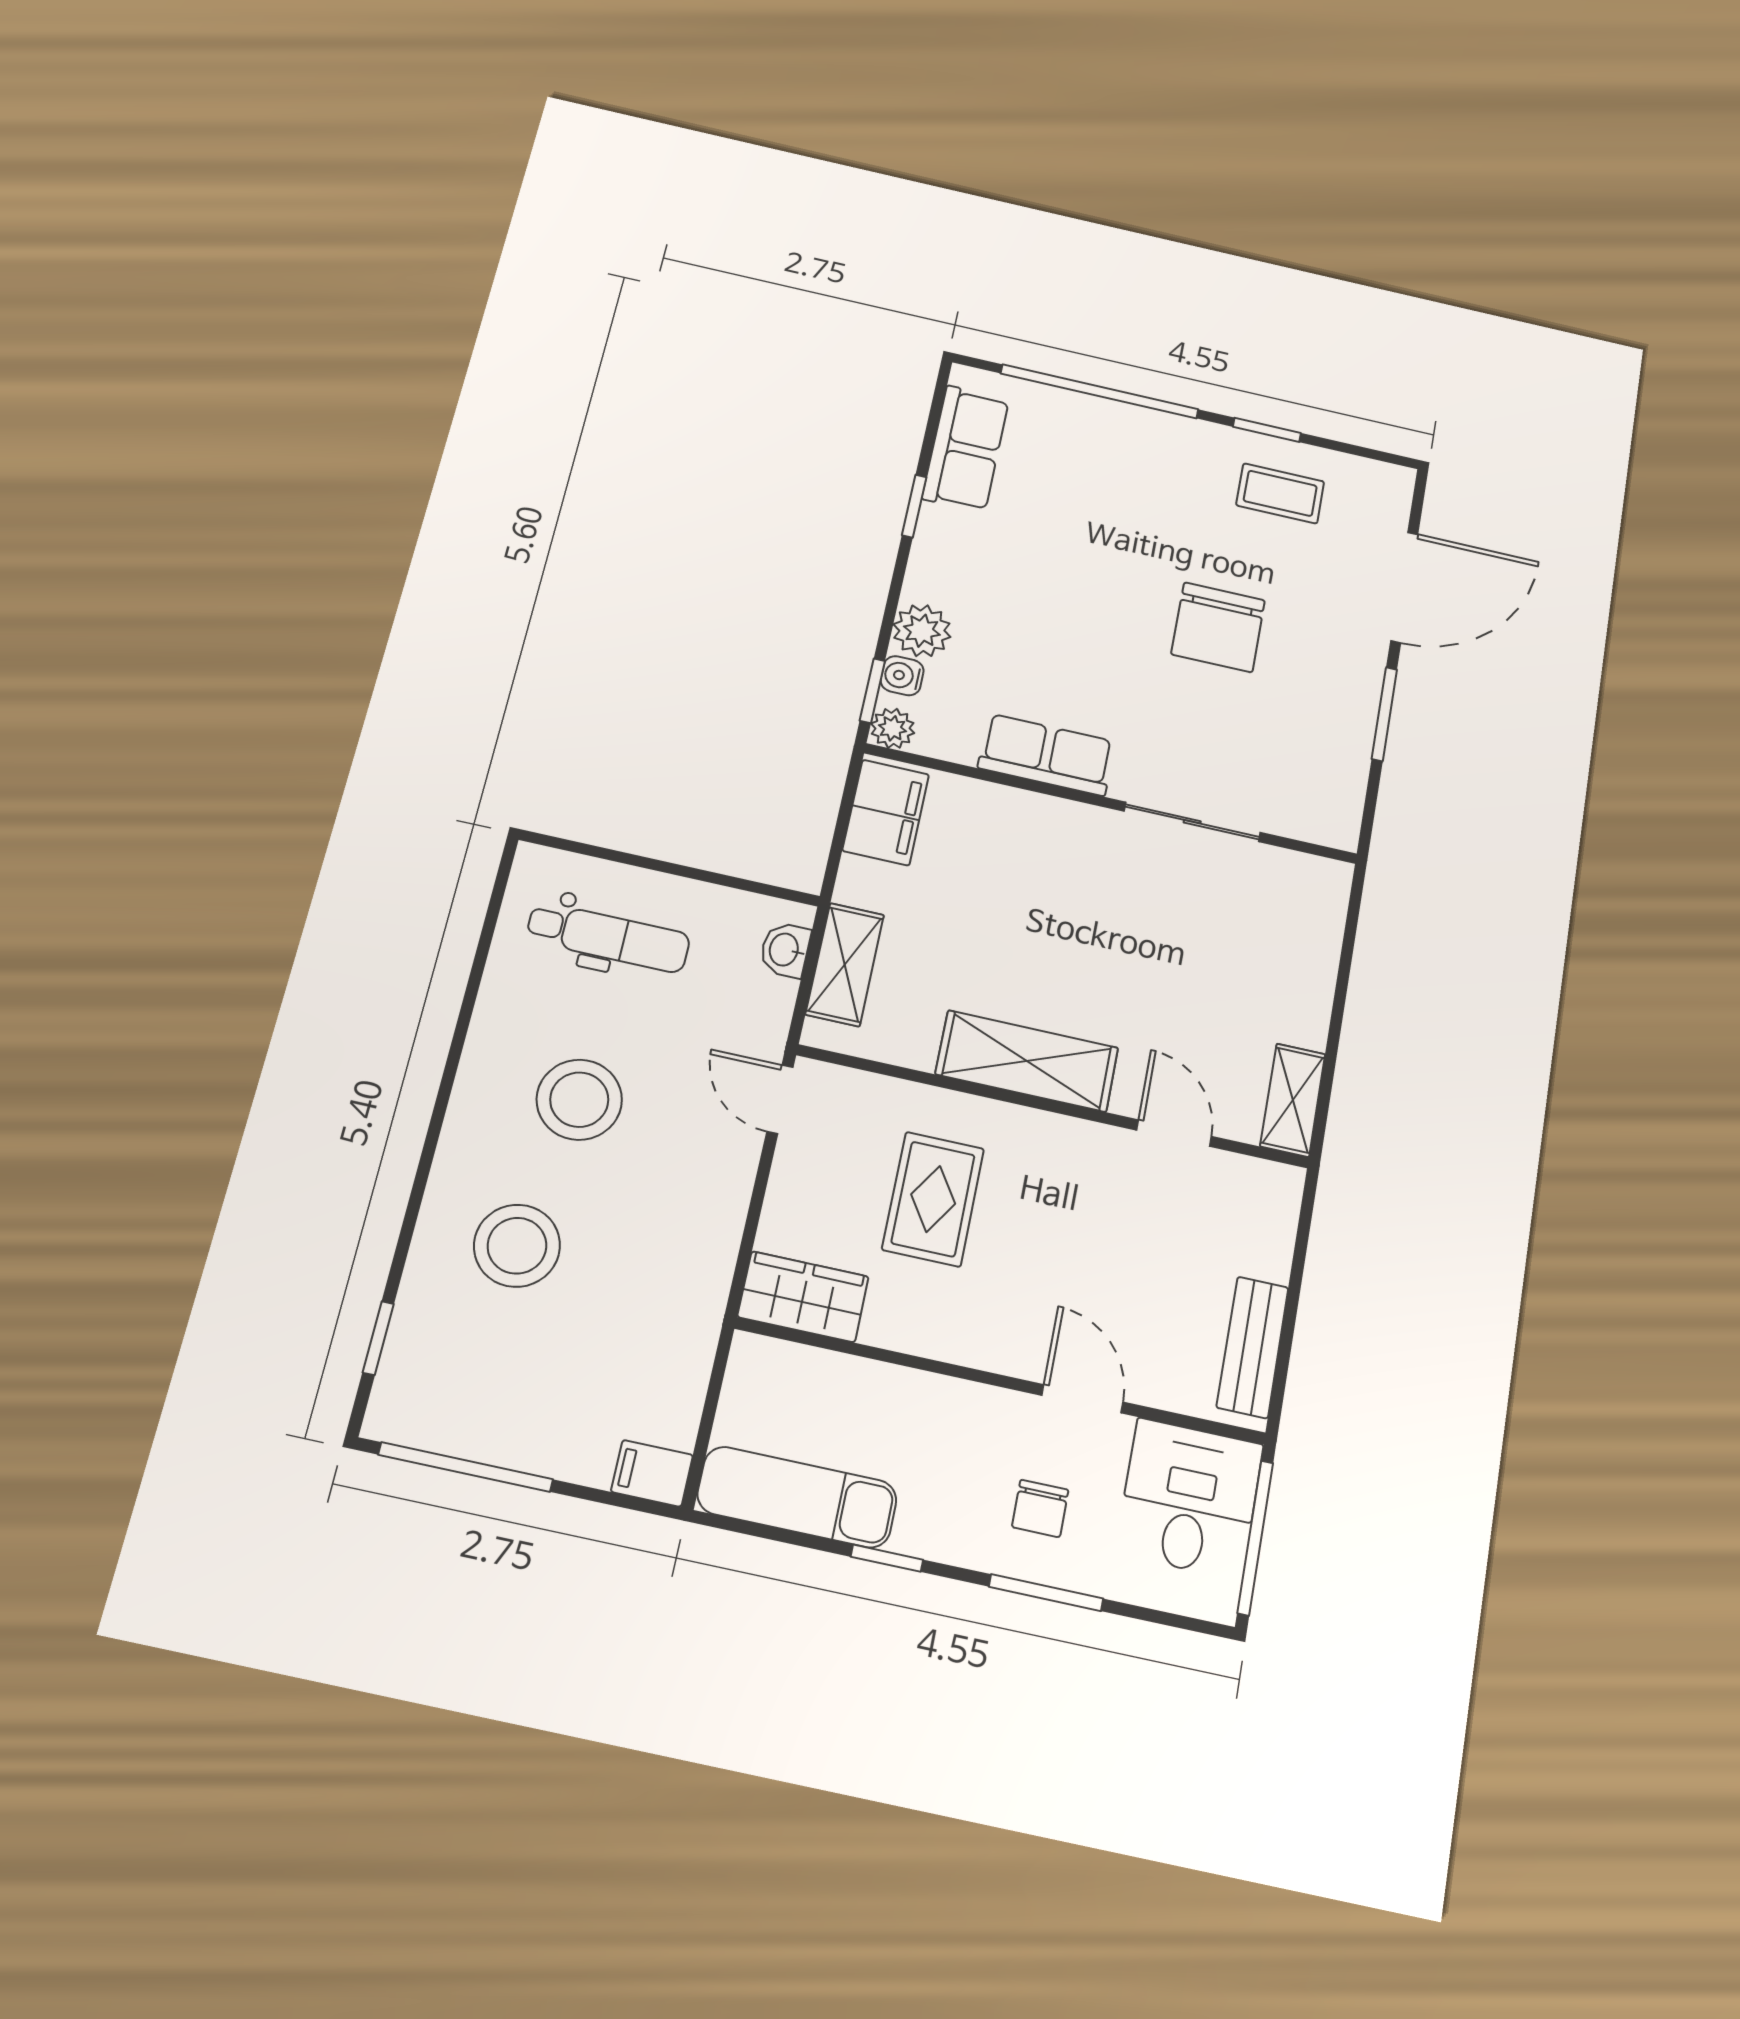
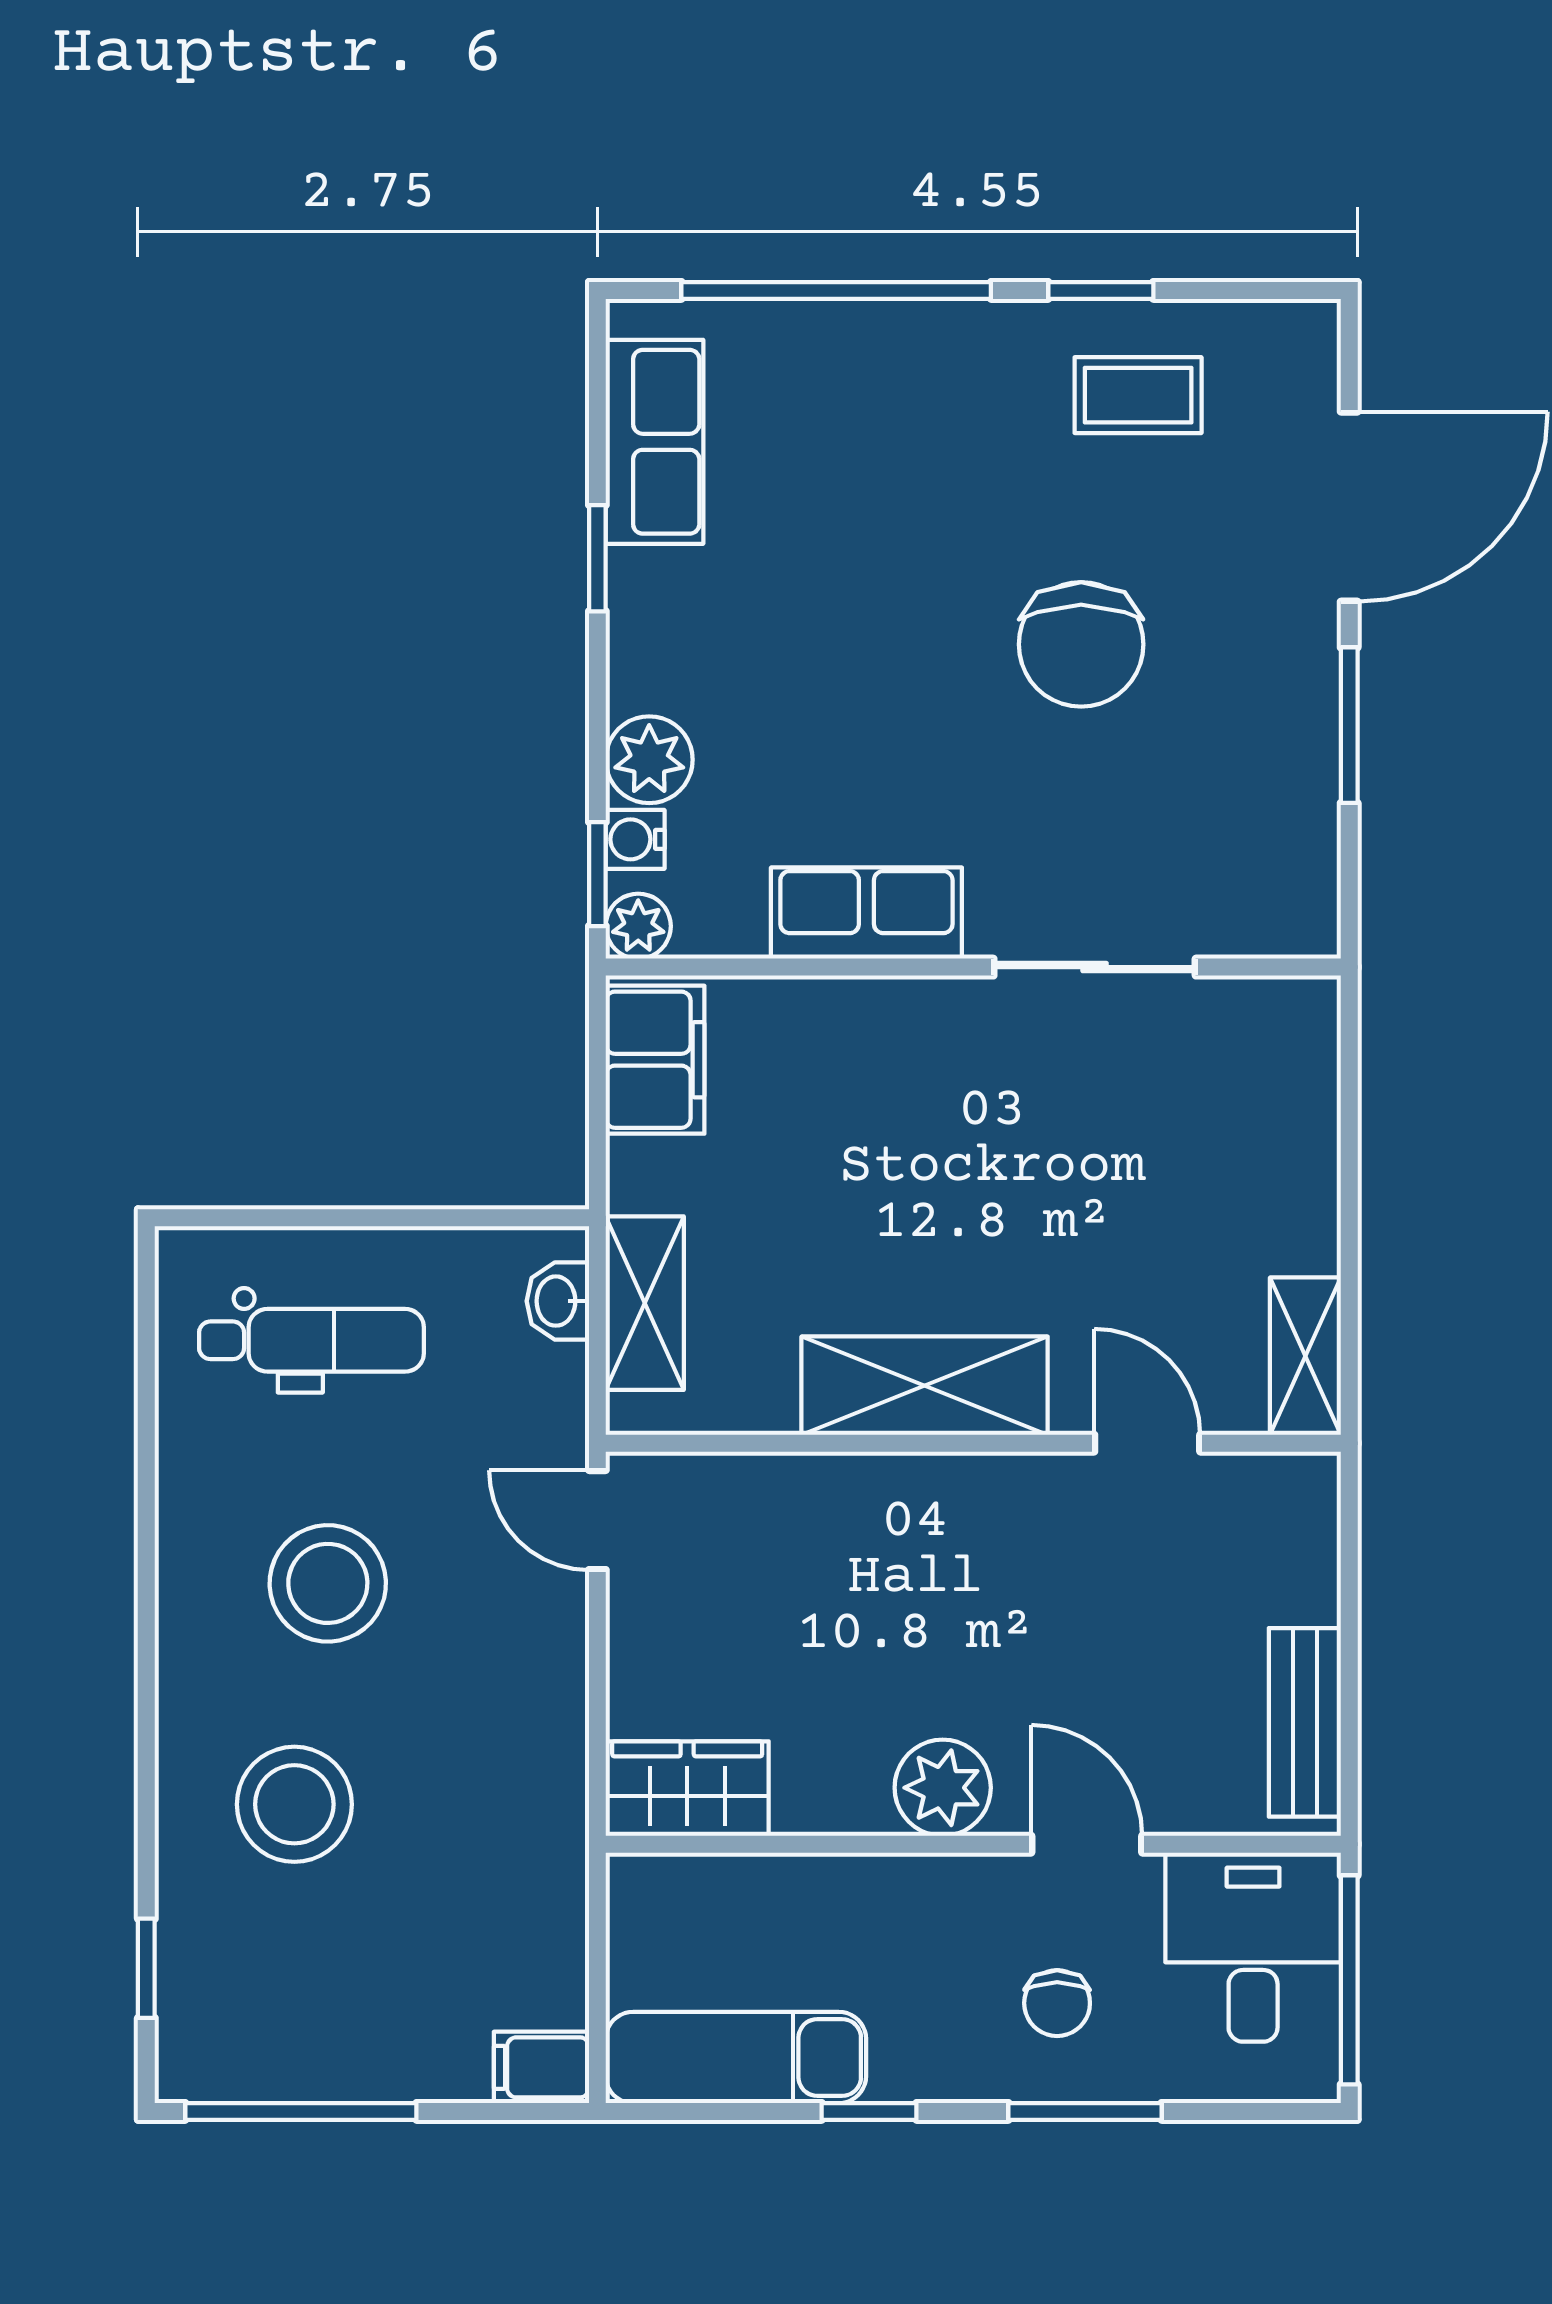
rug: (933, 1199) -> (834, 1613), removed
plant: (987, 1336) -> (943, 1788), added

